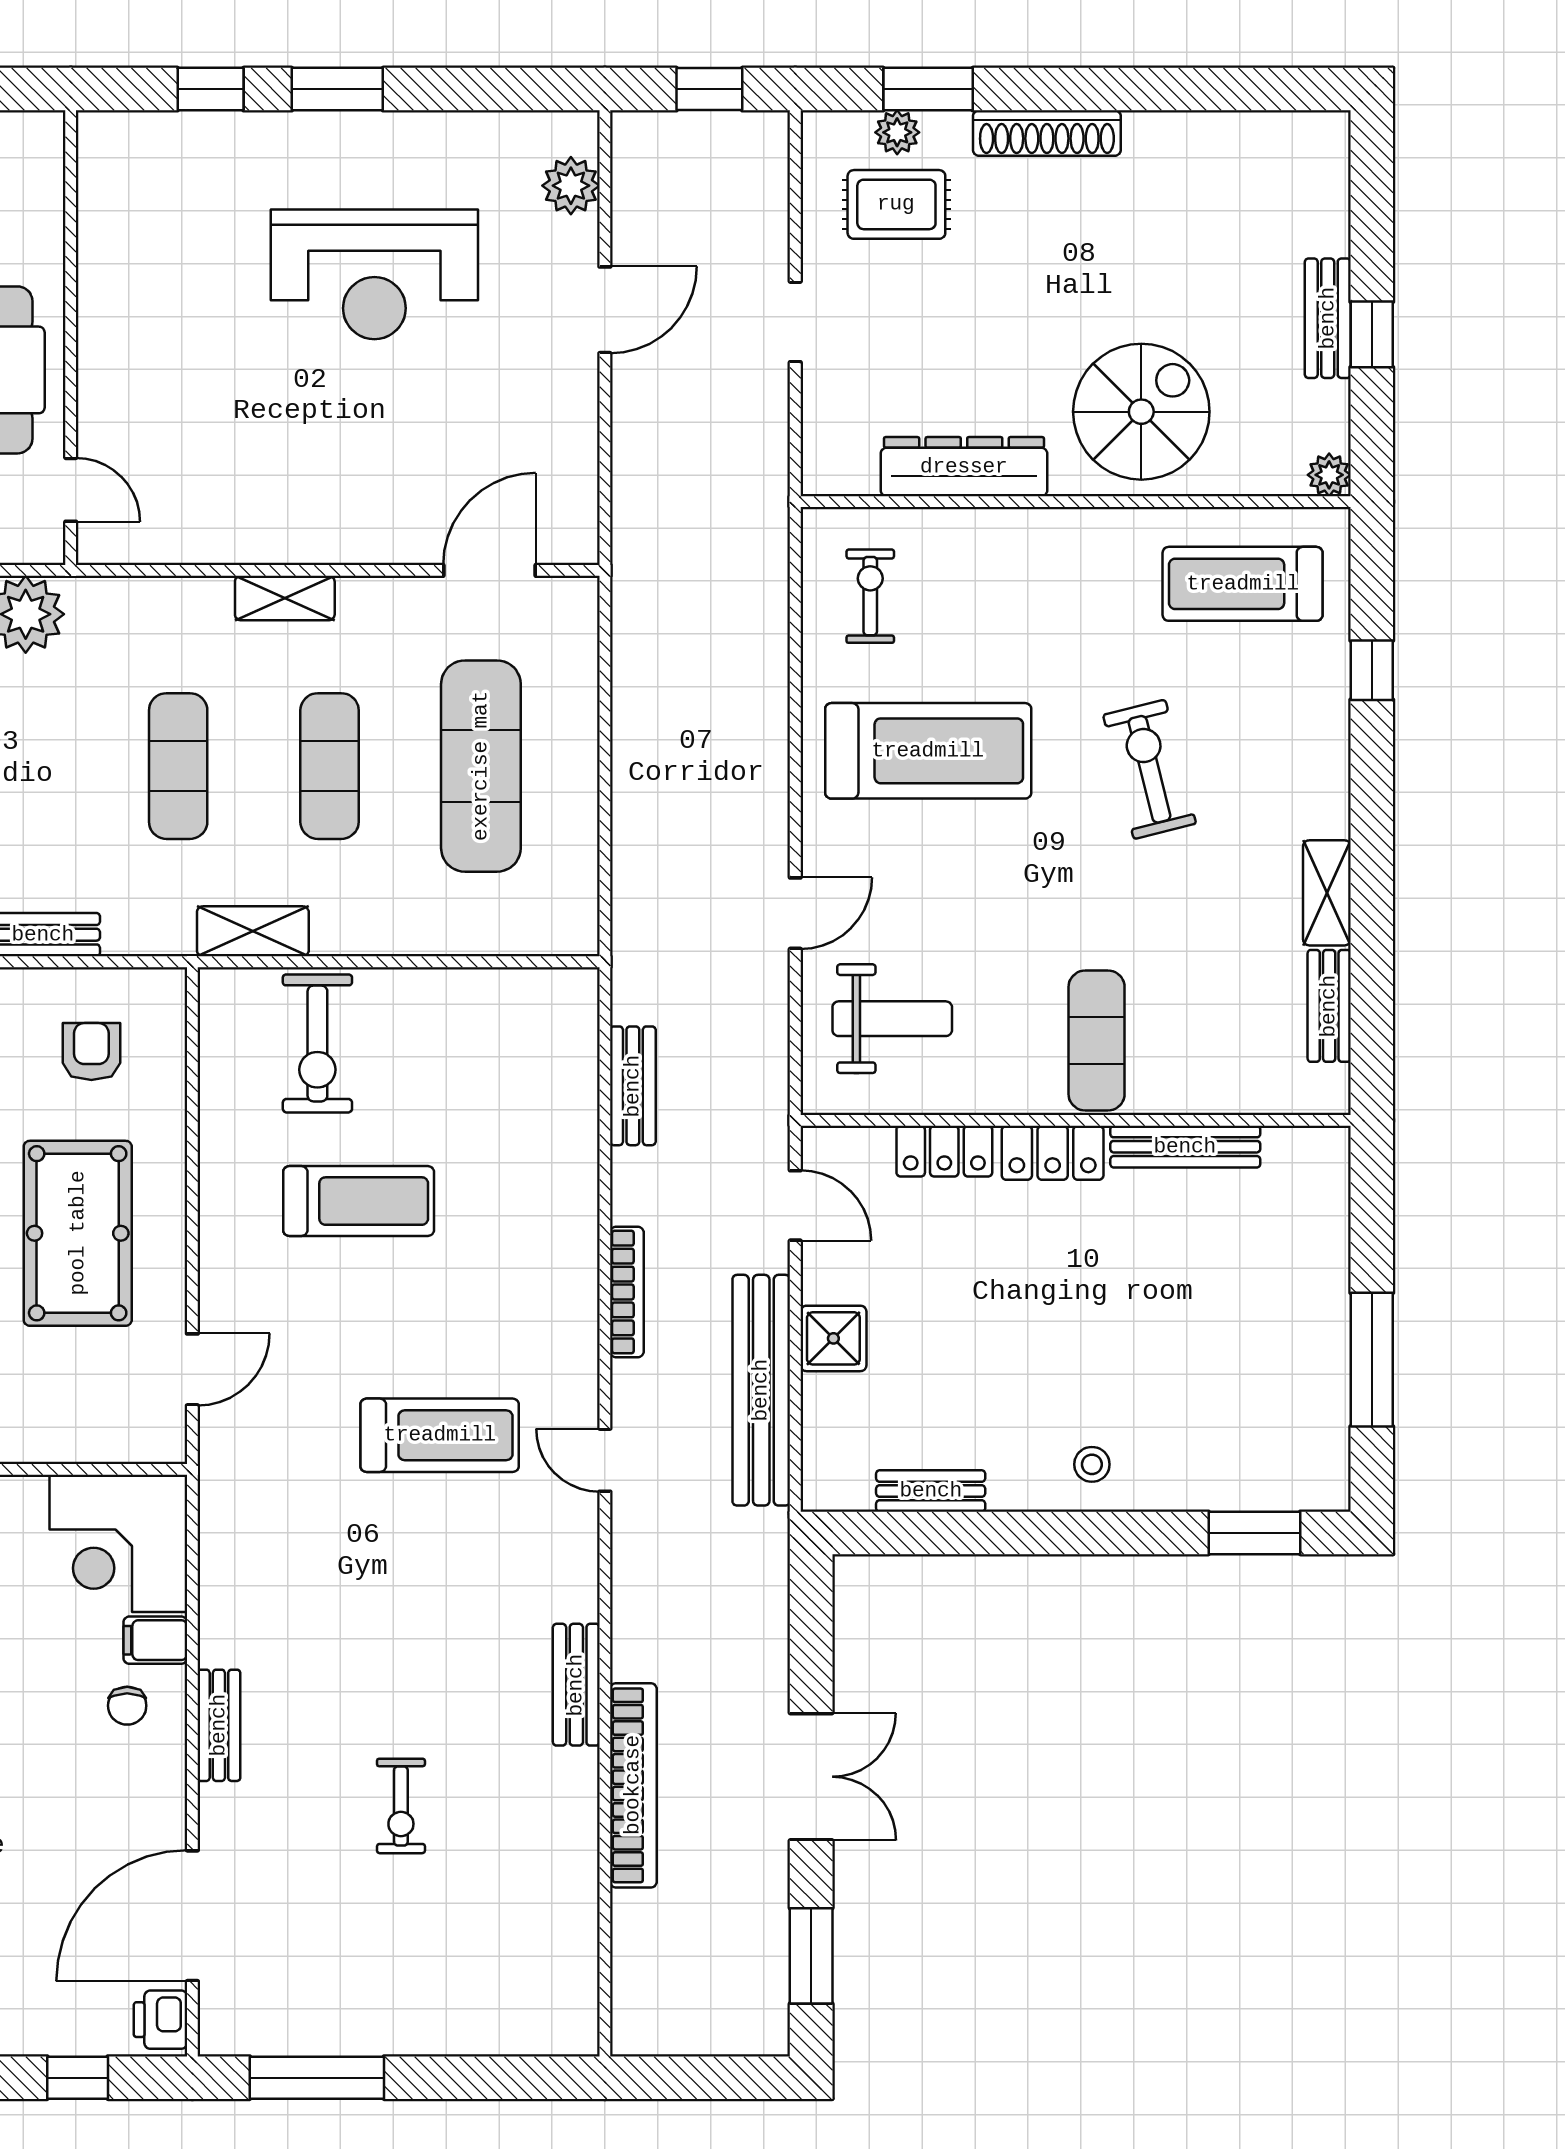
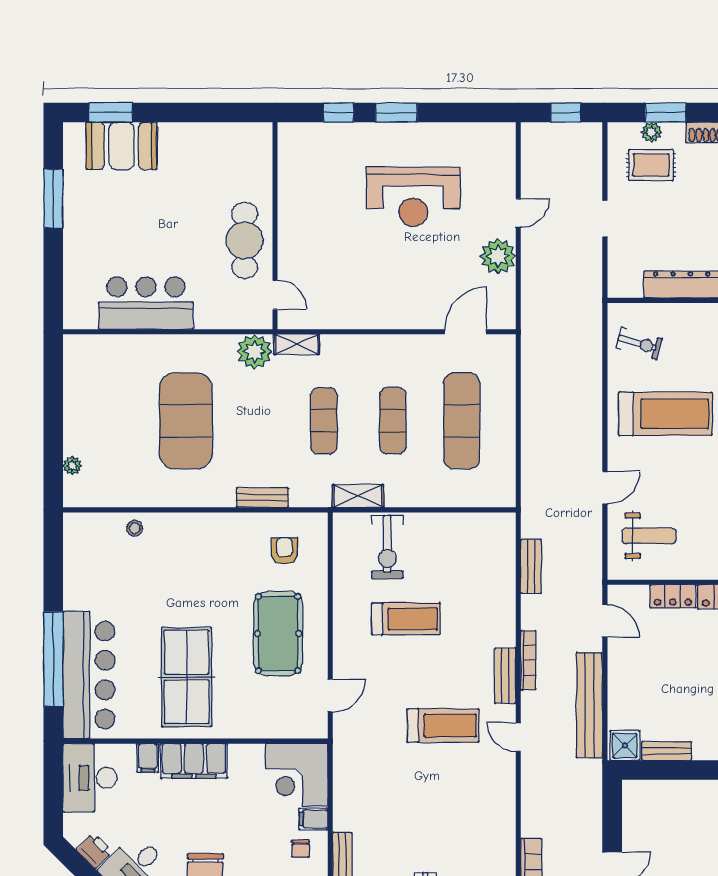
plant: (571, 186) -> (498, 256), moved, width x1.36, depth x1.36
door: (605, 310) -> (518, 213), width x0.73
exercise bike: (870, 596) -> (639, 343), turned 106
shelving: (285, 598) -> (297, 344), moved
shower: (833, 1338) -> (625, 745), moved
bench: (576, 1685) -> (505, 676), moved

